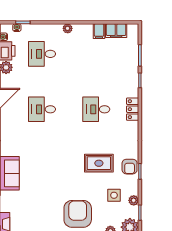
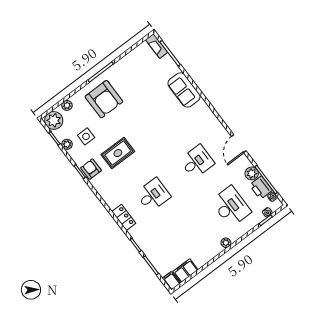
filing cabinet: (99, 31) -> (171, 281), moved
desk: (42, 54) -> (231, 207), width x1.37

